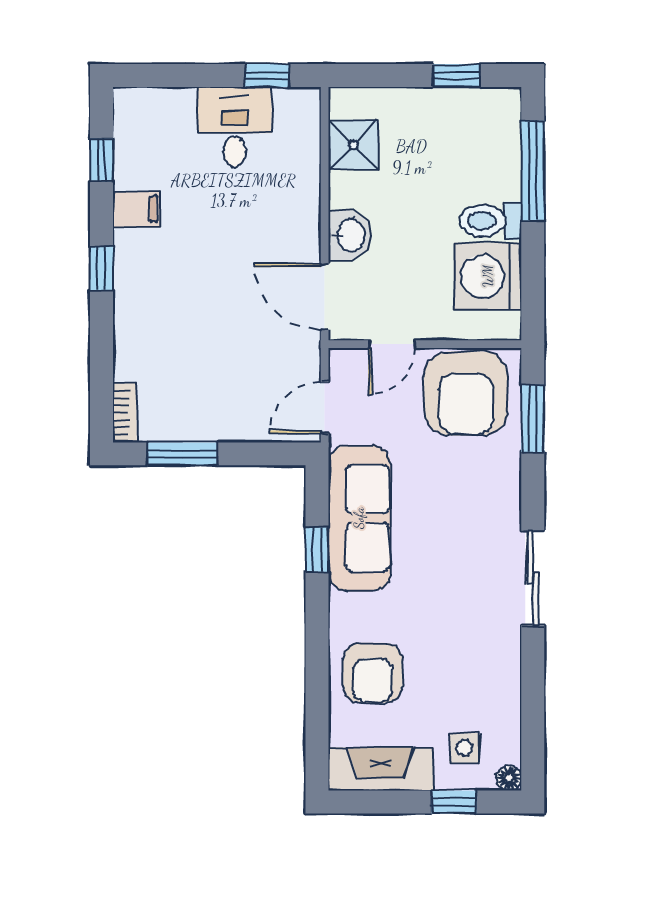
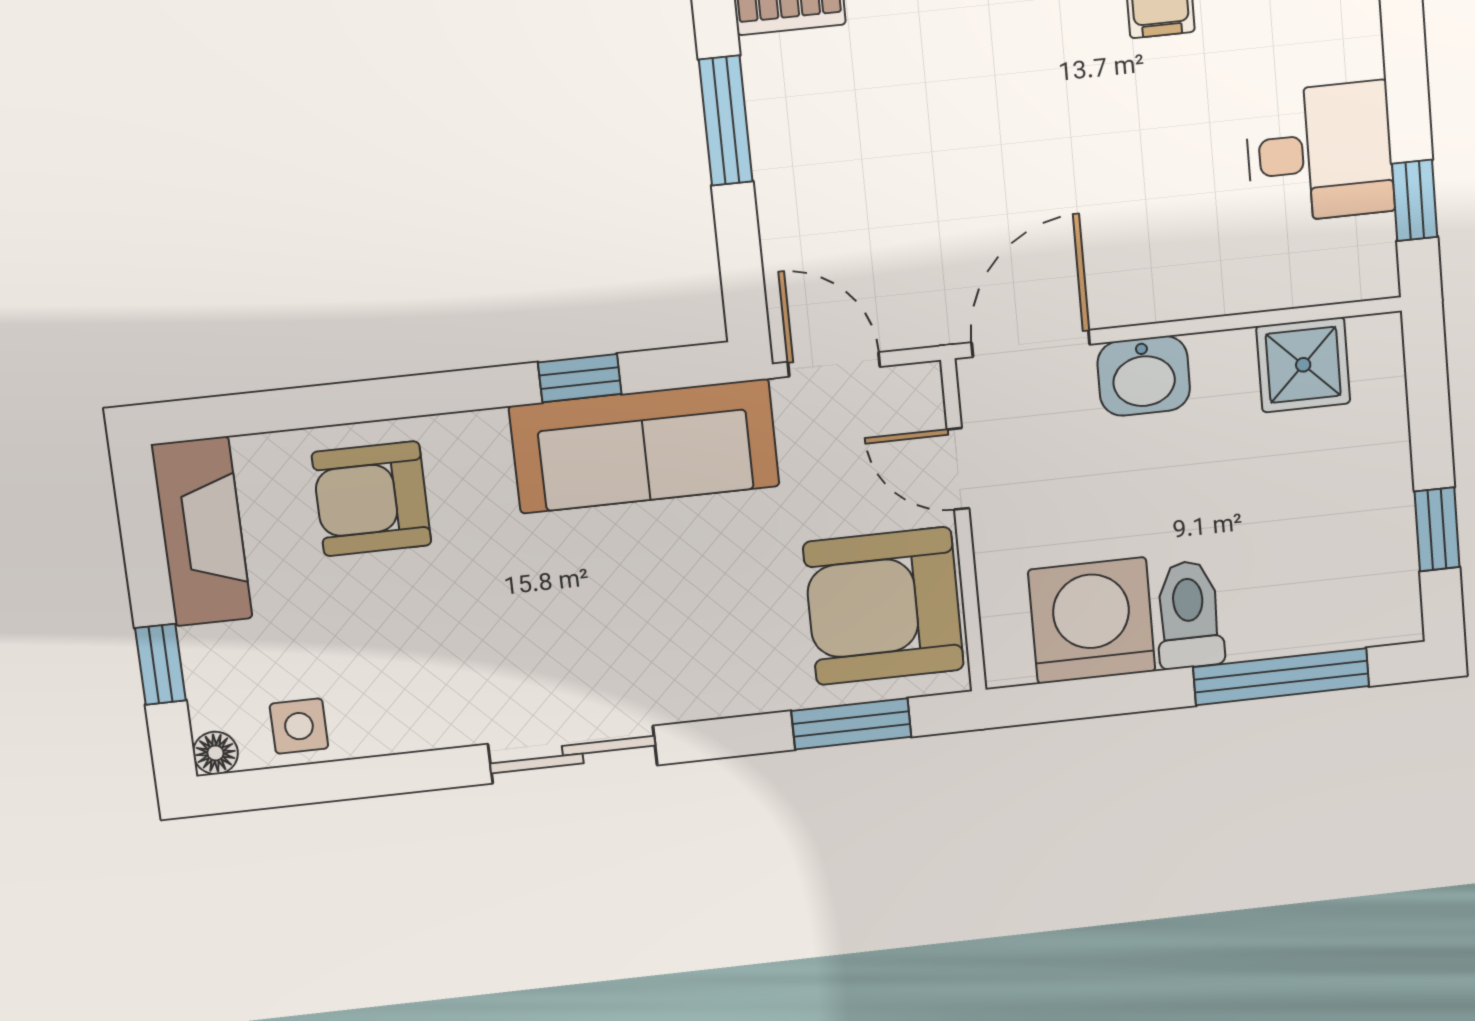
side table: (464, 748) -> (299, 726), moved

